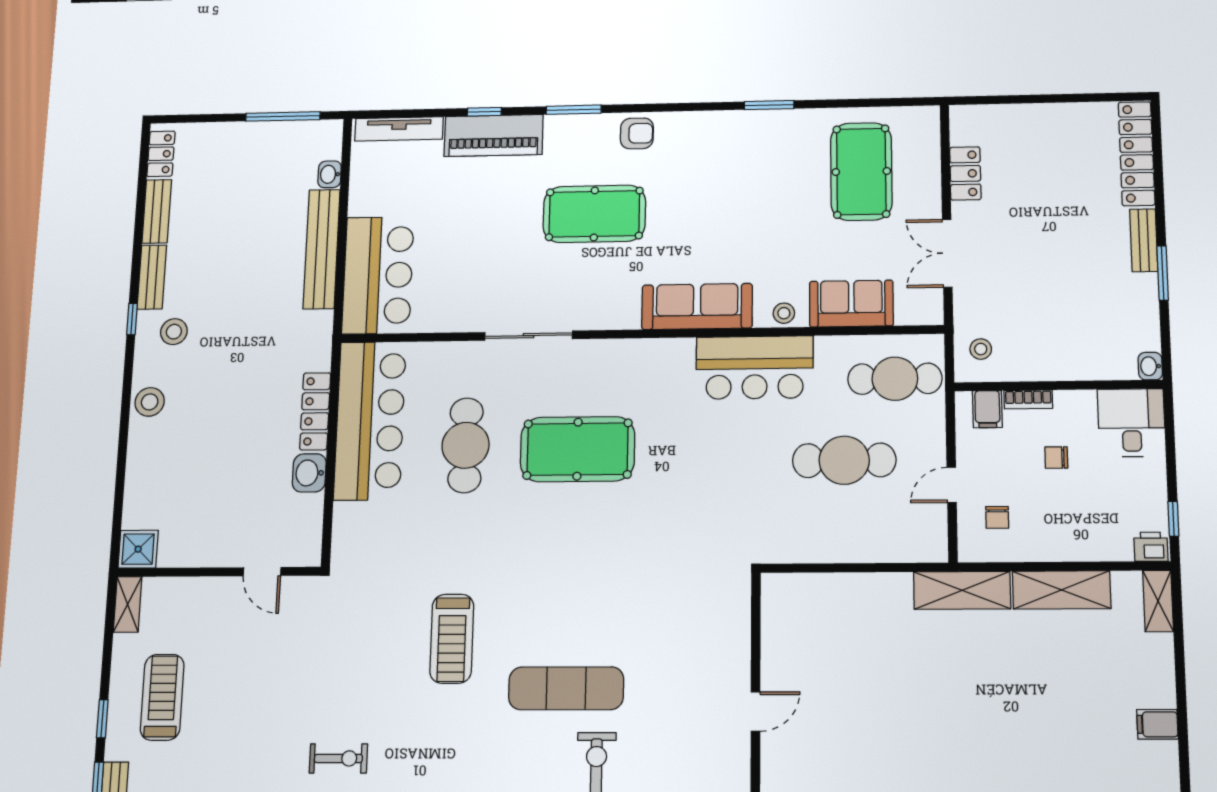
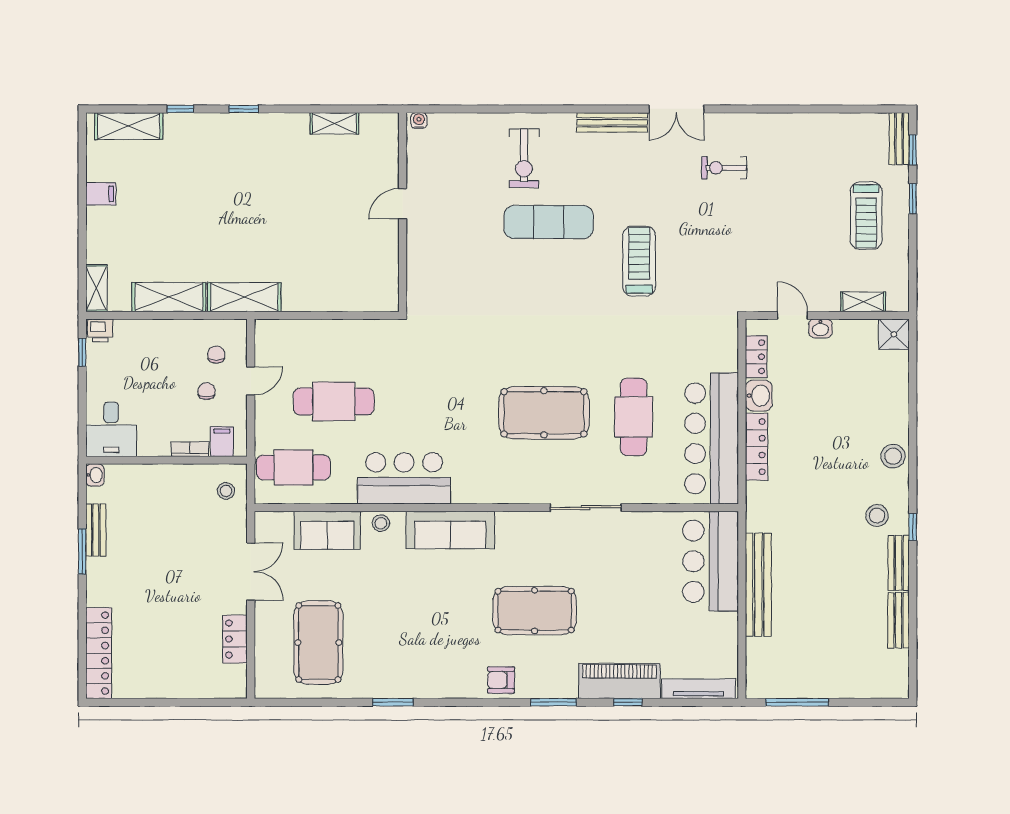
locker: (161, 154) -> (756, 357), moved, turned 180
washbasin: (330, 174) -> (820, 328), moved, turned 90
bench: (1144, 240) -> (96, 530), moved
chair: (1056, 458) -> (206, 391), moved, turned -90
shelving: (128, 604) -> (863, 302), moved, turned 90

